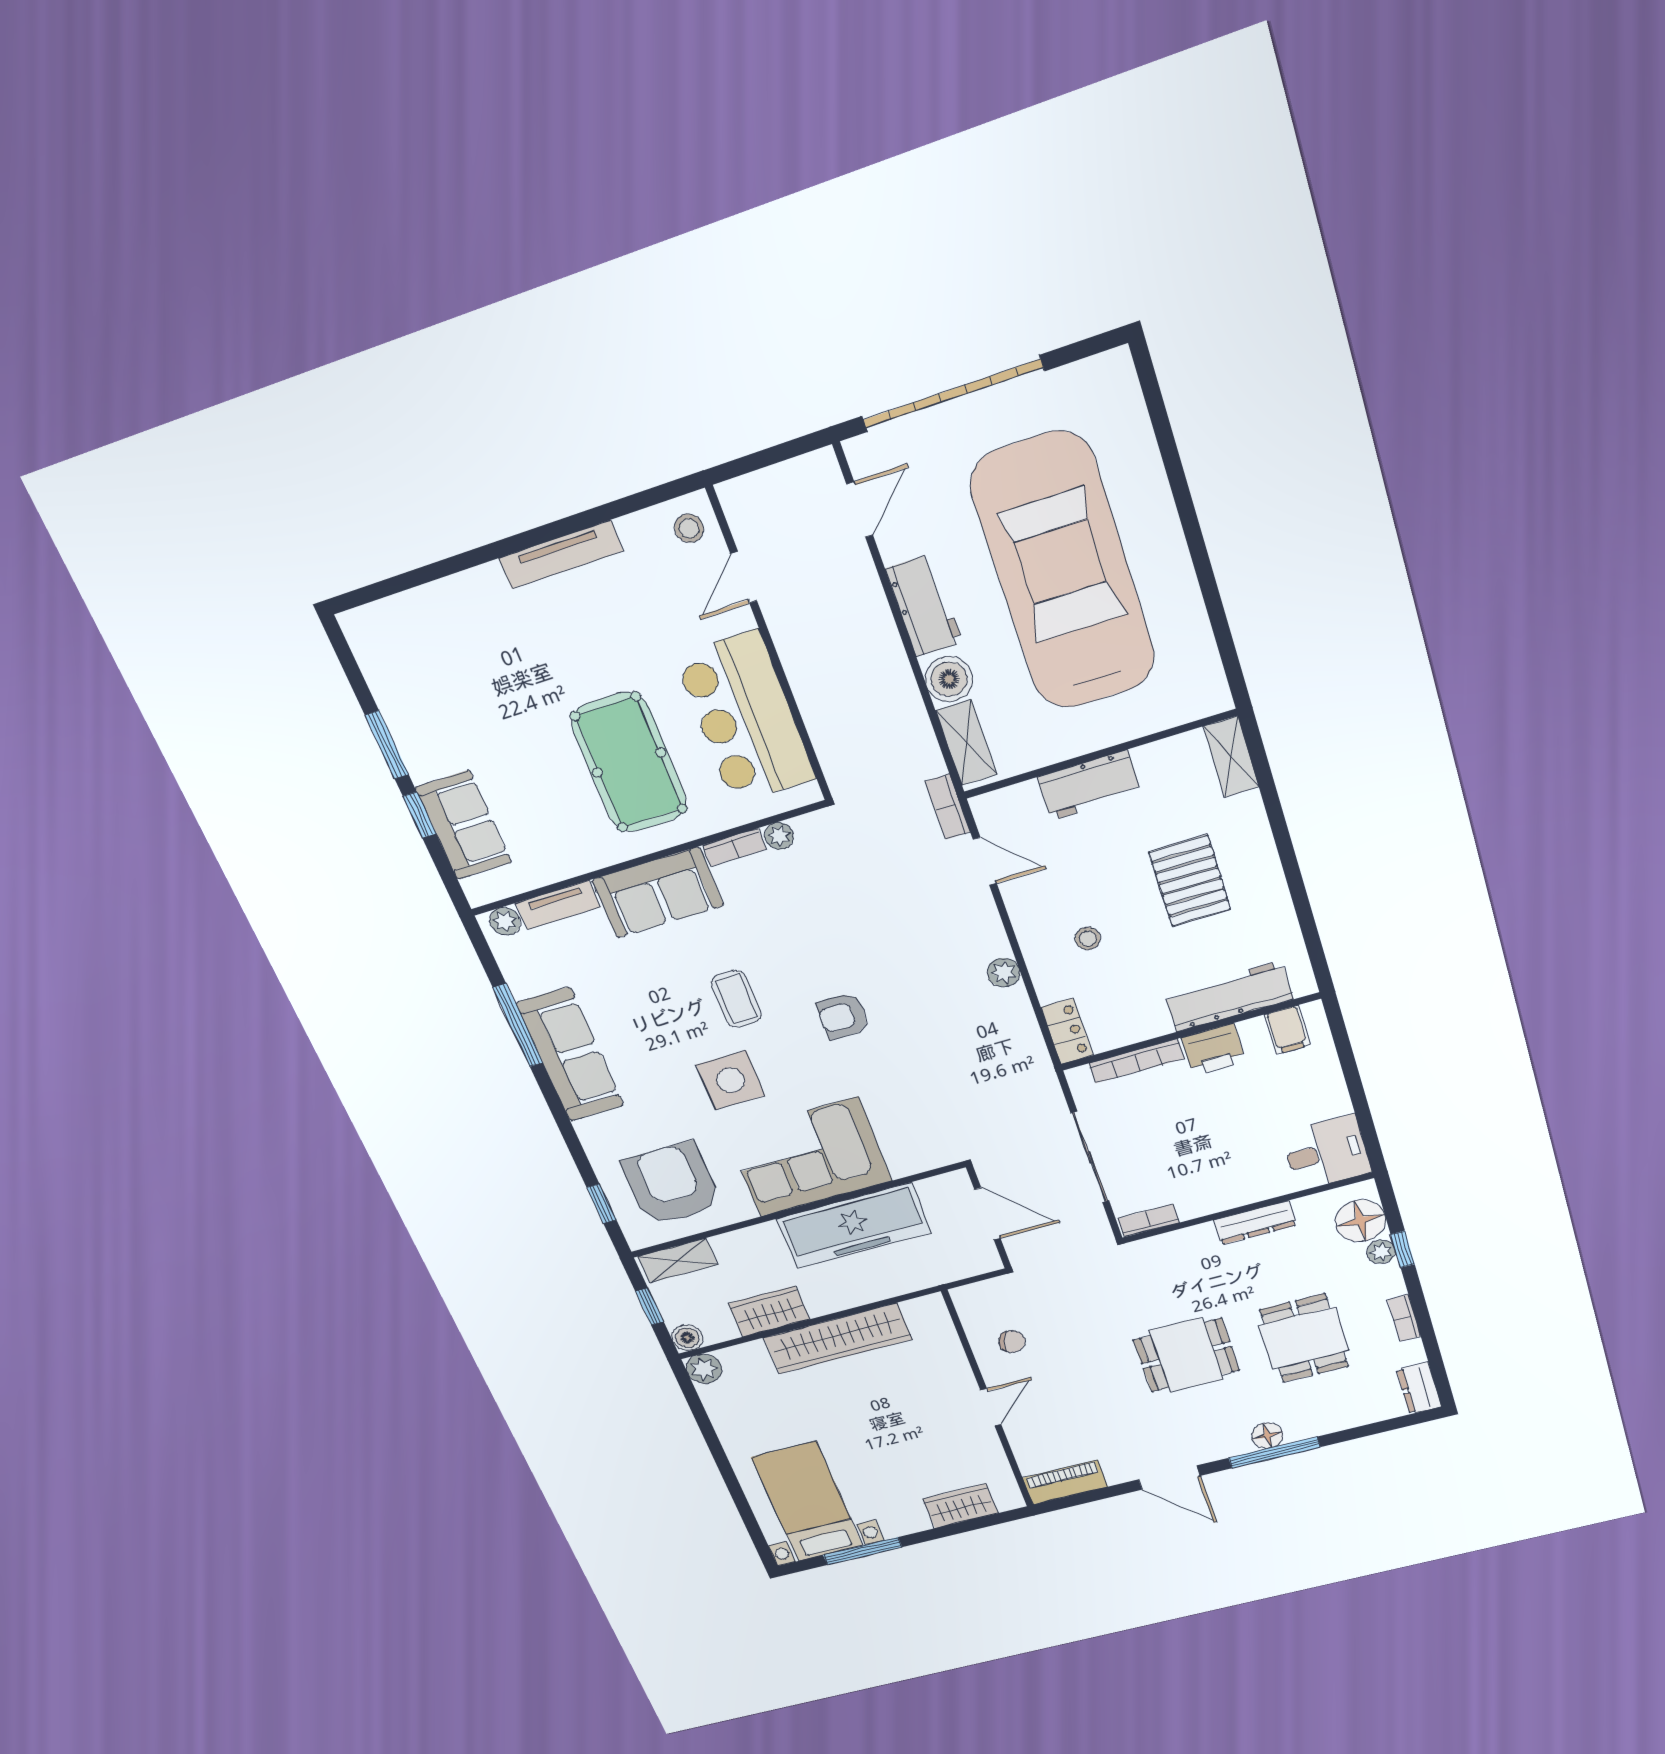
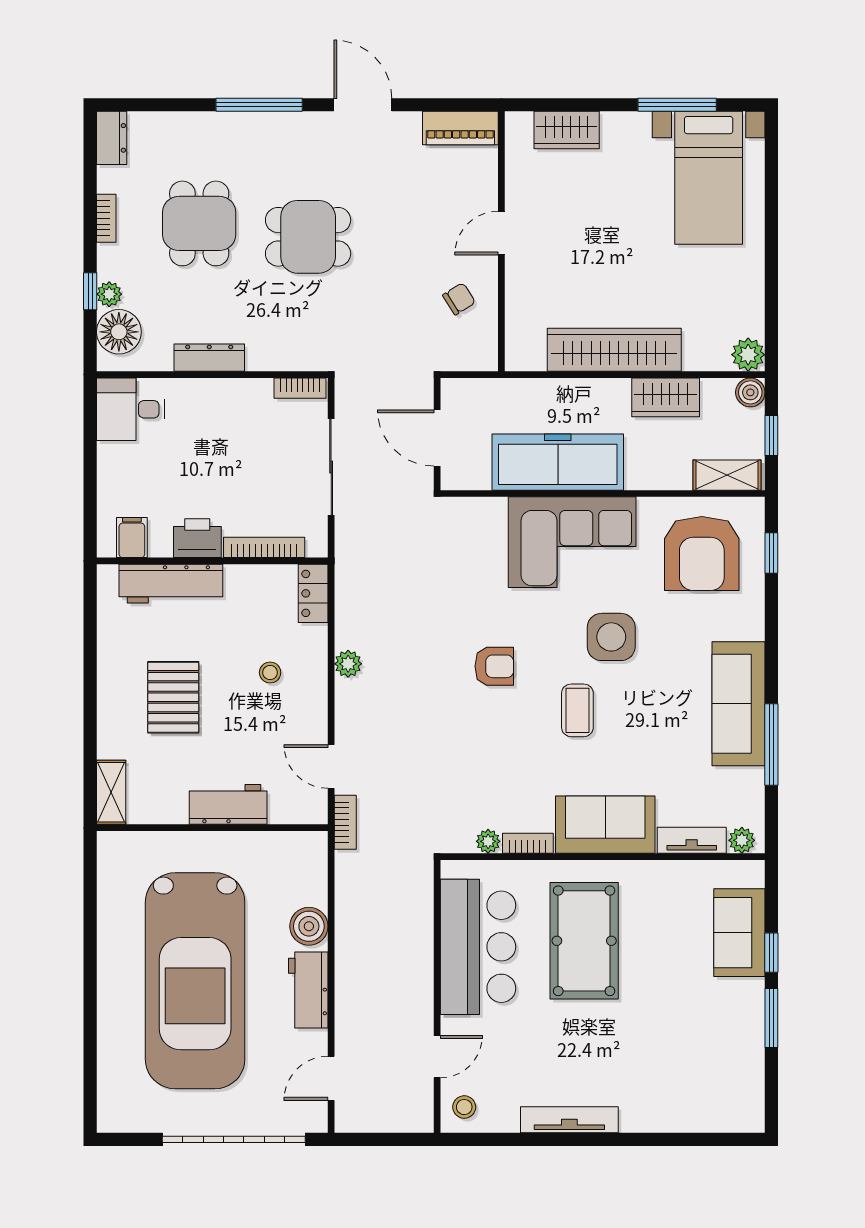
shelving: (966, 743) -> (313, 871), removed
chair: (1012, 1342) -> (459, 299), turned 131
floor lamp: (1267, 1435) -> (260, 126), removed

